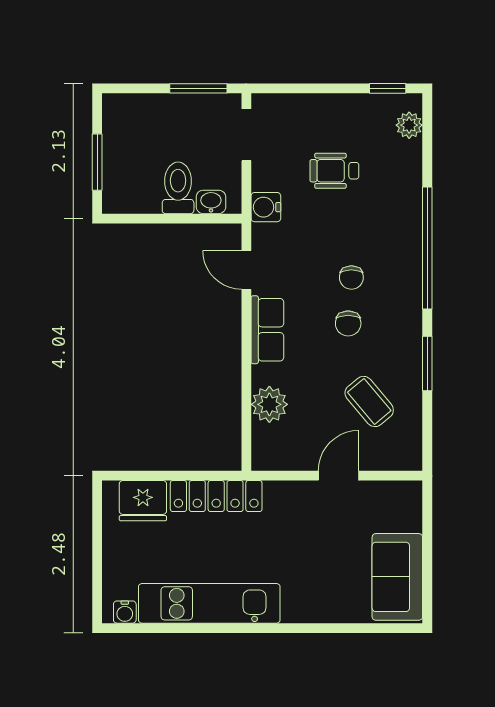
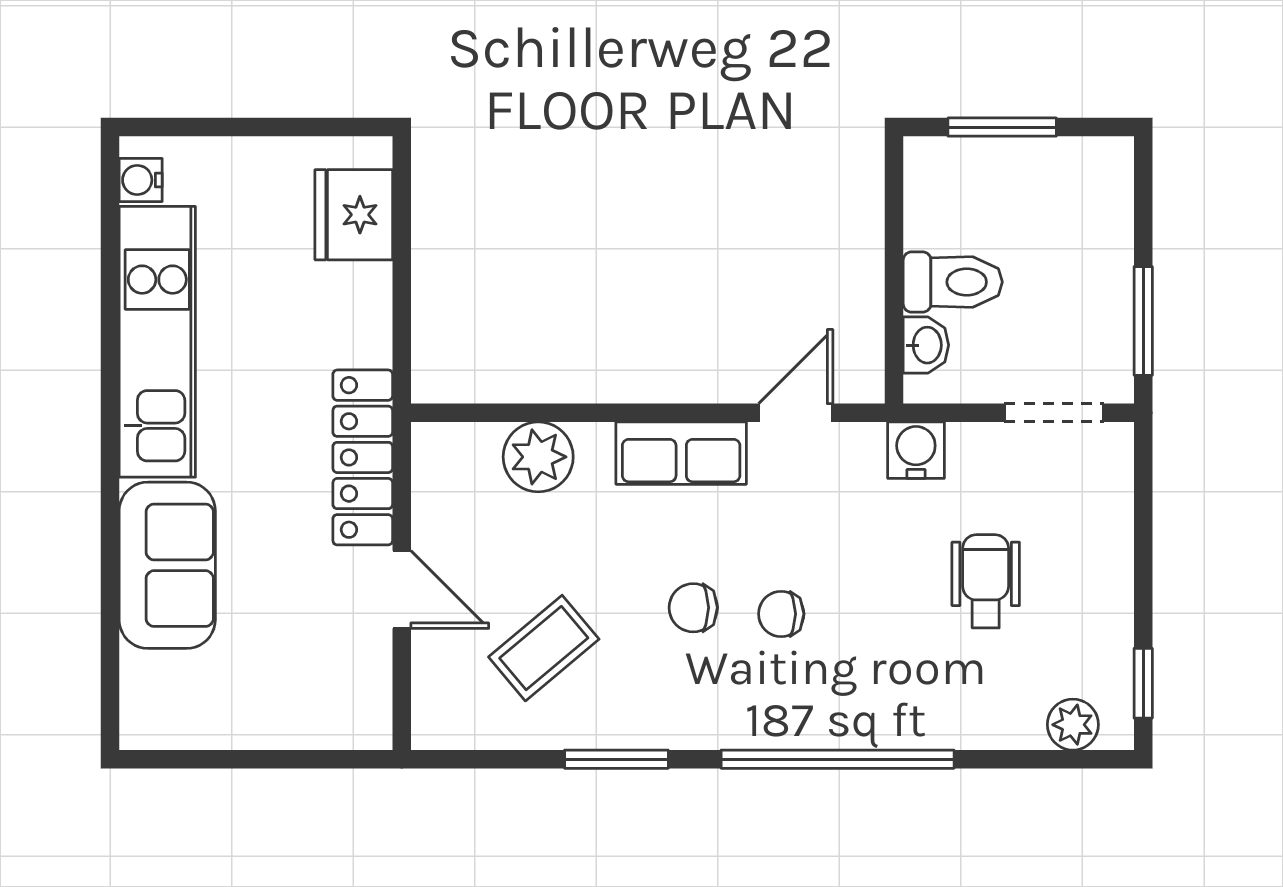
locker: (216, 496) -> (363, 457), moved
sofa: (397, 577) -> (167, 565), moved, turned 90

